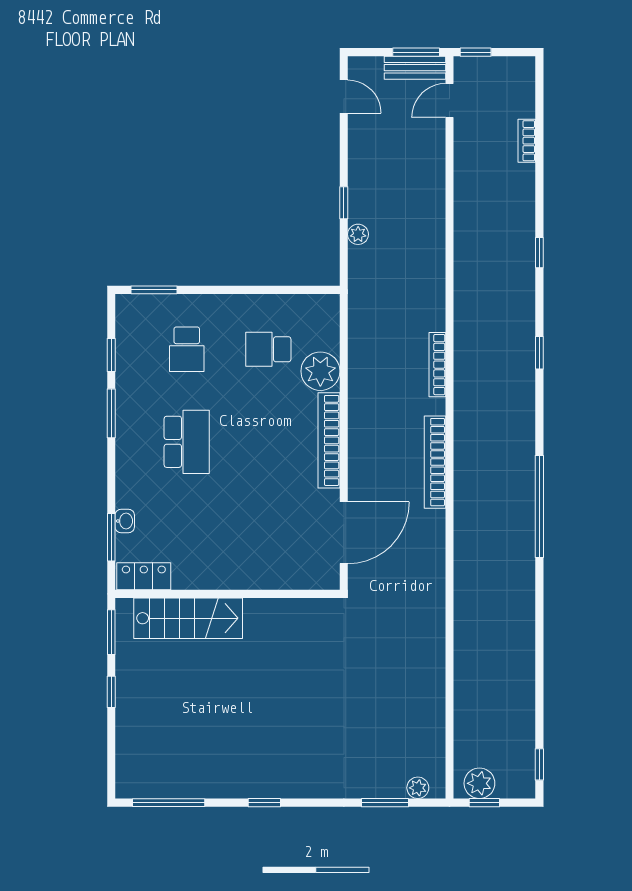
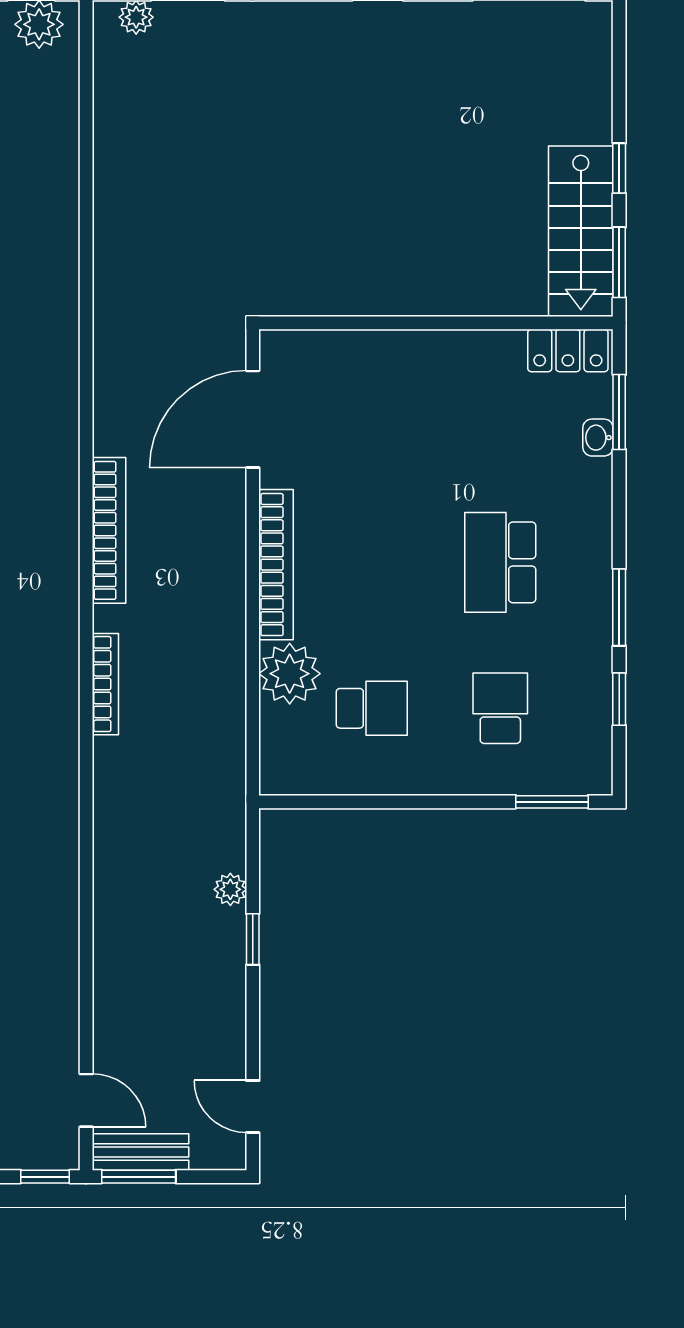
door: (449, 100) -> (86, 1100), hinge flipped
stairs: (188, 618) -> (581, 231), moved, turned -90

